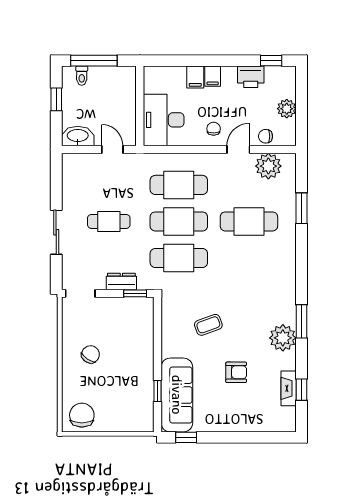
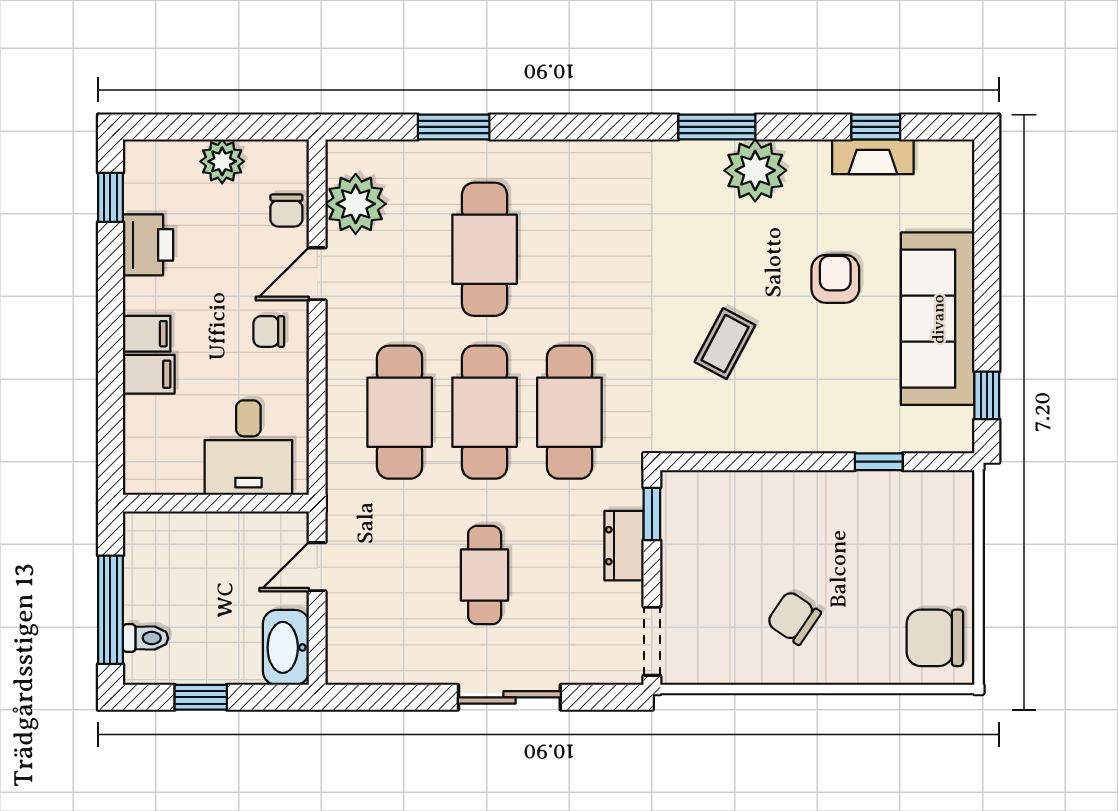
desk: (164, 120) -> (248, 448), width x0.73
door: (238, 149) -> (317, 274), hinge flipped
coffee table: (208, 325) -> (725, 344), turned 48
sofa: (177, 395) -> (938, 319), moved, turned -90

